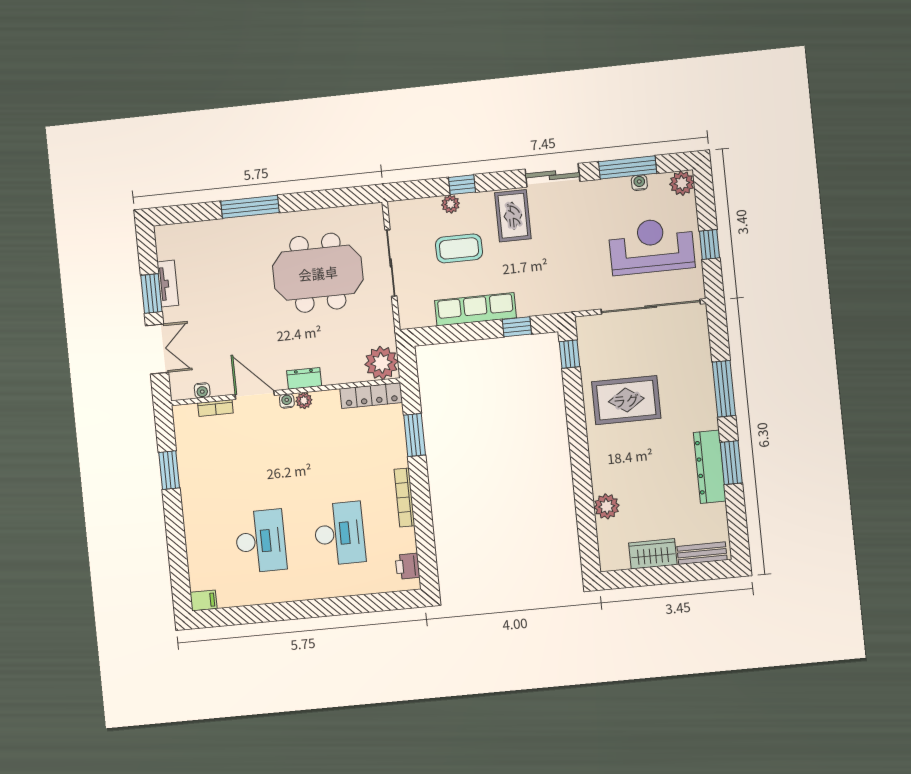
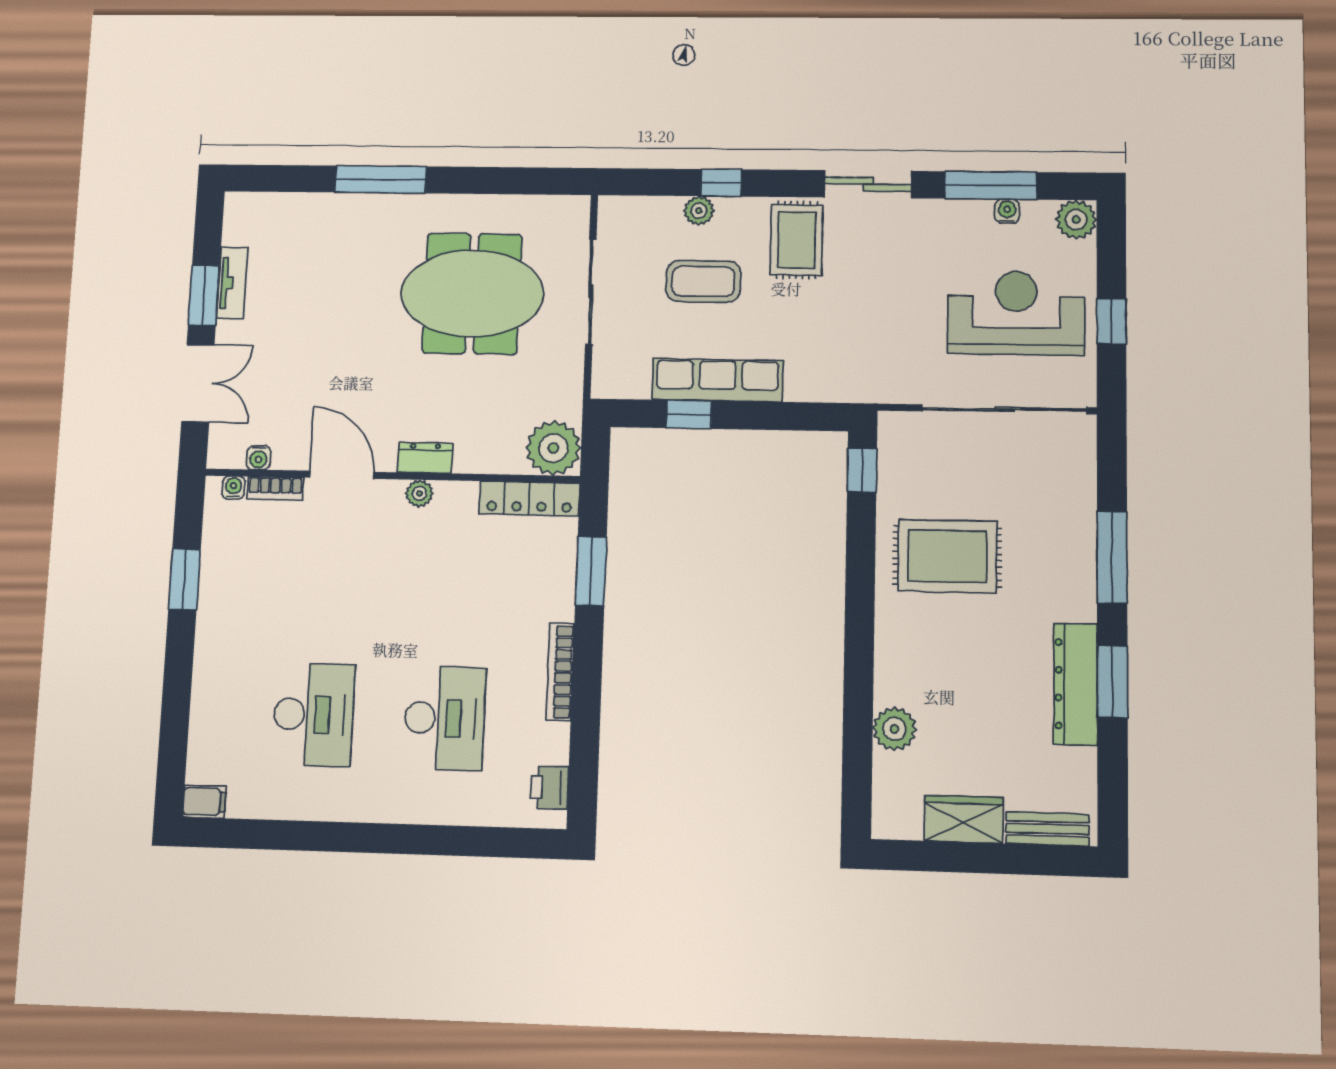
window: (517, 327) -> (689, 414), moved
water cooler: (287, 401) -> (233, 488), moved

